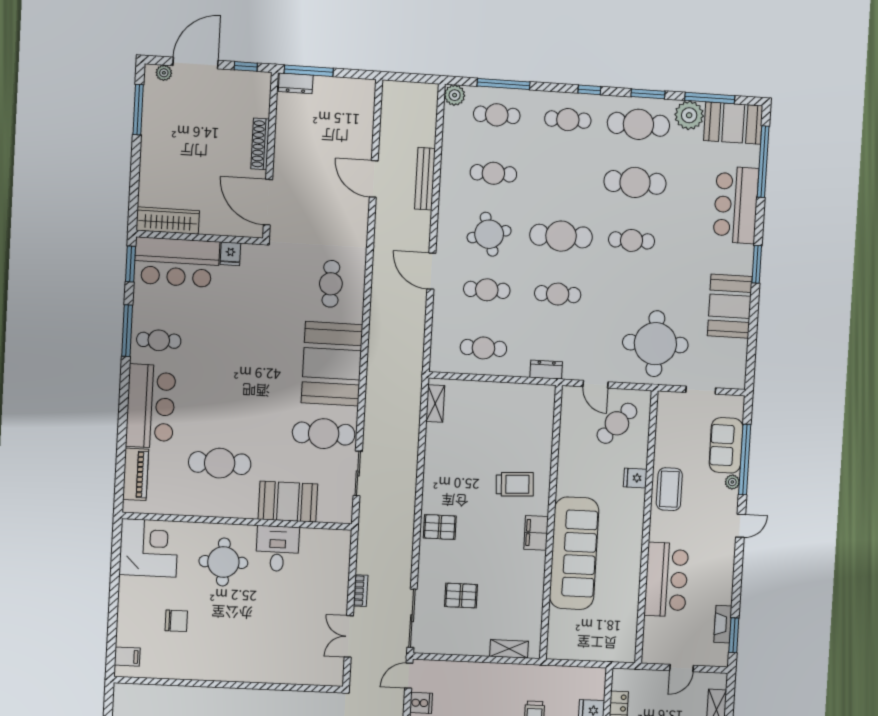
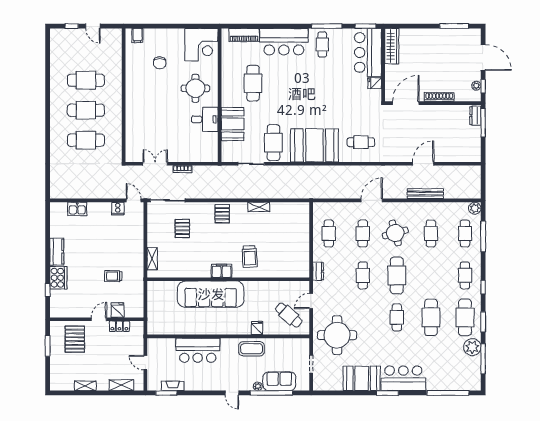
plant: (164, 73) -> (476, 86), moved
booth: (733, 123) -> (469, 374), removed
bar counter: (736, 205) -> (403, 378), moved
shelving: (435, 404) -> (259, 207), moved

